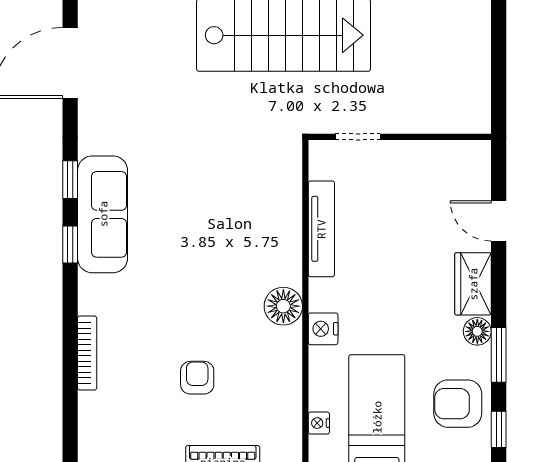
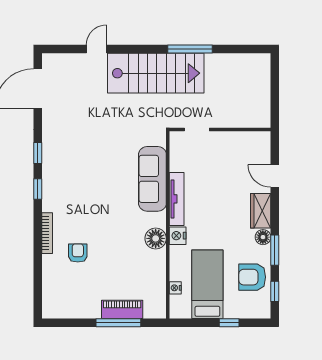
sofa: (103, 214) -> (152, 179), moved, turned 180
tv unit: (321, 229) -> (177, 199), moved
floor lamp: (283, 306) -> (156, 238), moved
bookcase: (87, 353) -> (47, 233), moved
armchair: (197, 378) -> (78, 253), moved

